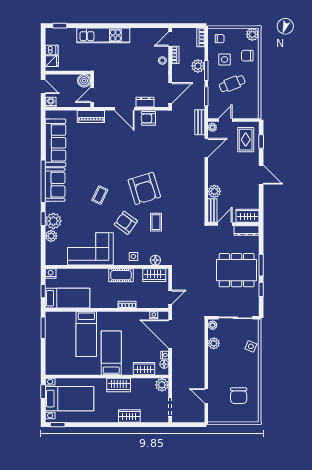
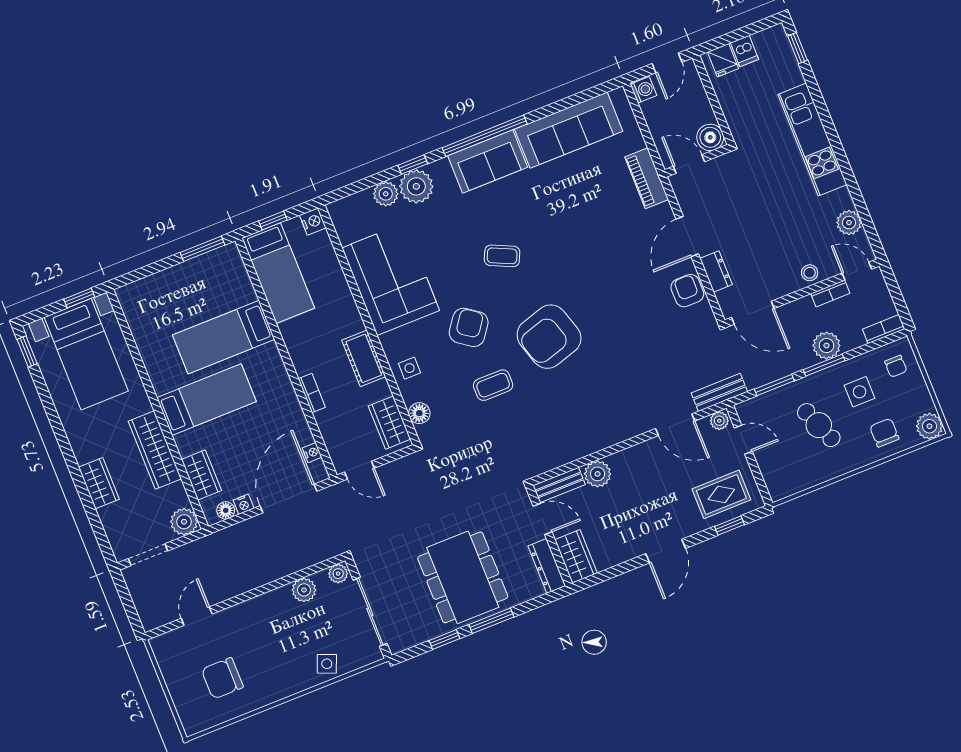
plant: (147, 34) -> (849, 223), added
wardrobe: (119, 385) -> (155, 450), width x1.50

